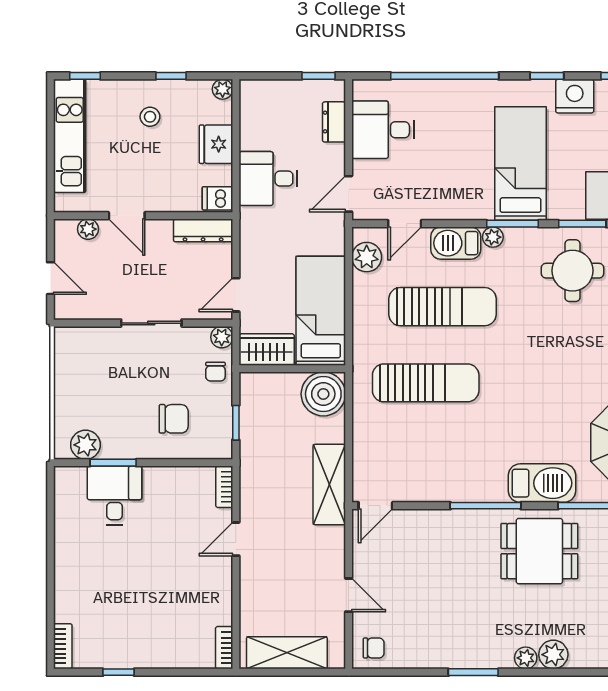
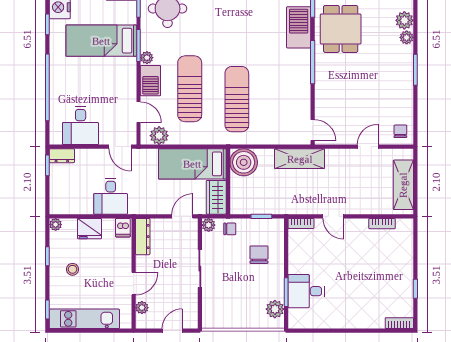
dresser: (334, 122) -> (62, 156), moved
door: (236, 295) -> (182, 216), swing flipped
bookcase: (224, 648) -> (382, 224), moved

